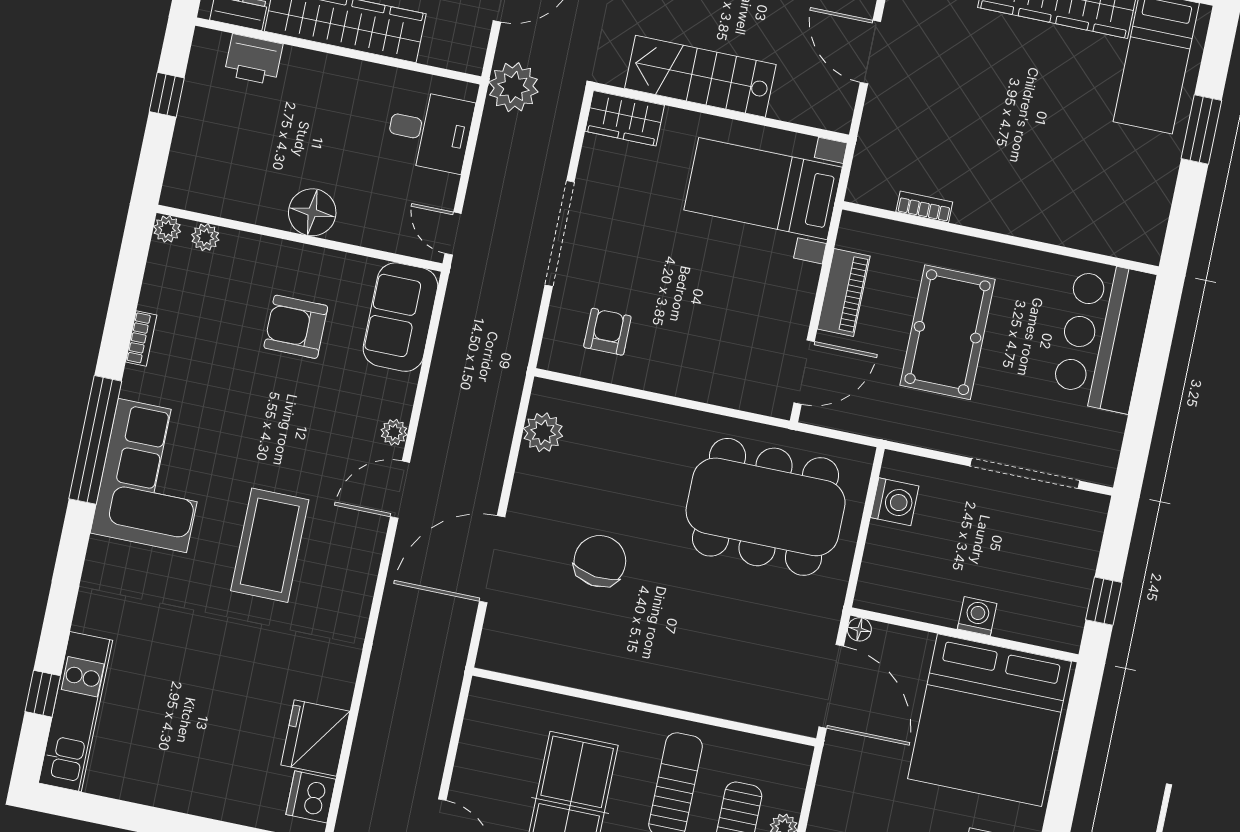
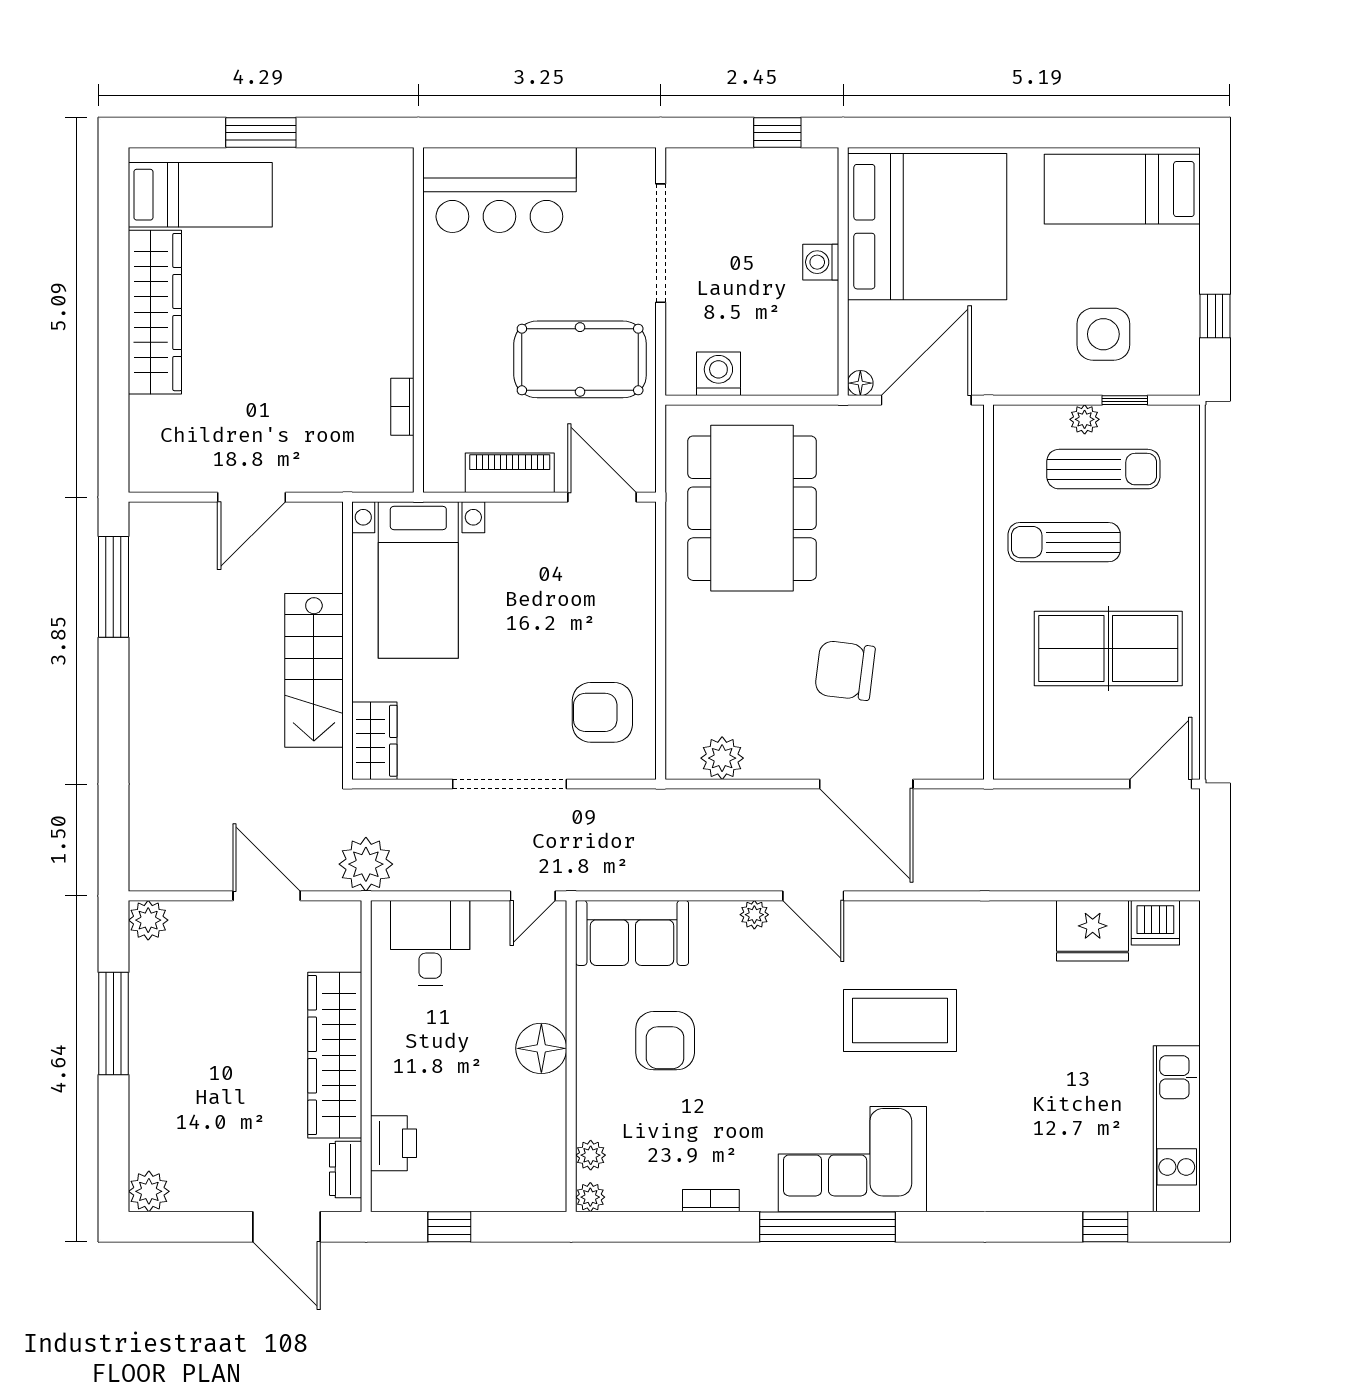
armchair: (607, 332) -> (602, 712), width x1.38, depth x1.38
pool table: (947, 332) -> (580, 359), moved
kitchen unit: (75, 712) -> (1177, 1129), moved, turned -90

